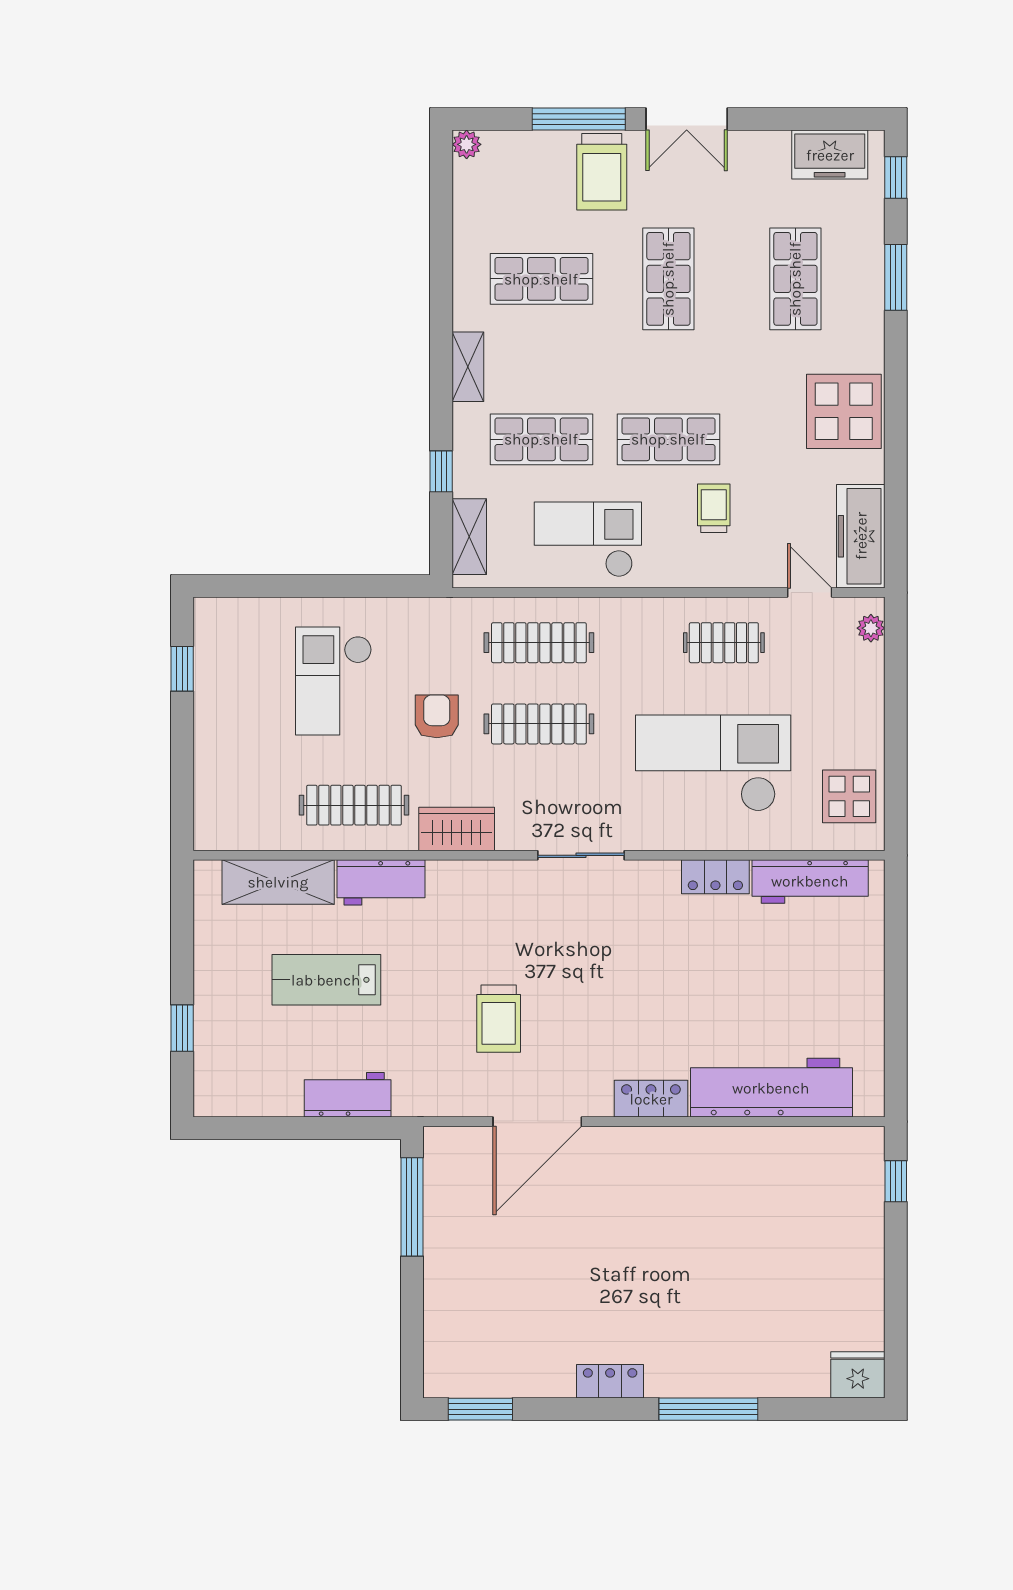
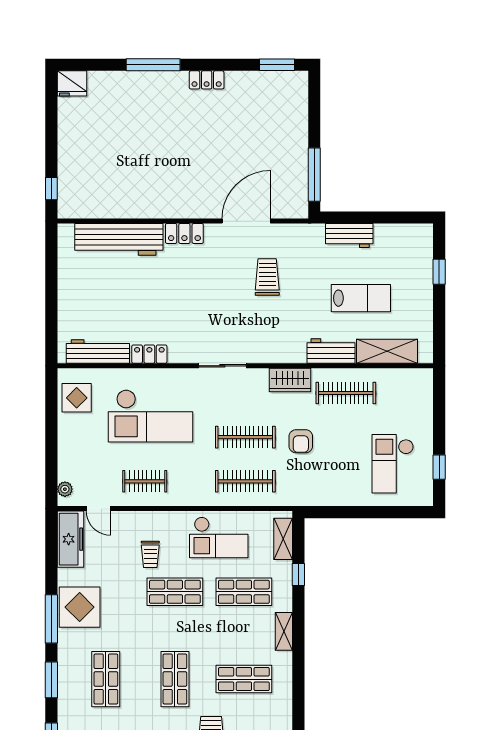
window: (896, 390) -> (51, 619), added
checkout: (334, 681) -> (393, 464), moved, turned 180

